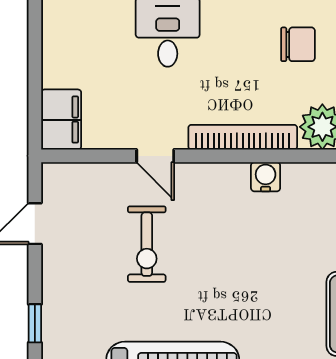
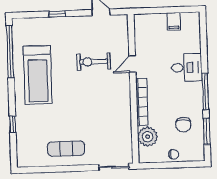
filing cabinet: (61, 120) -> (174, 21), moved, width x0.50
water cooler: (266, 177) -> (125, 113), removed

